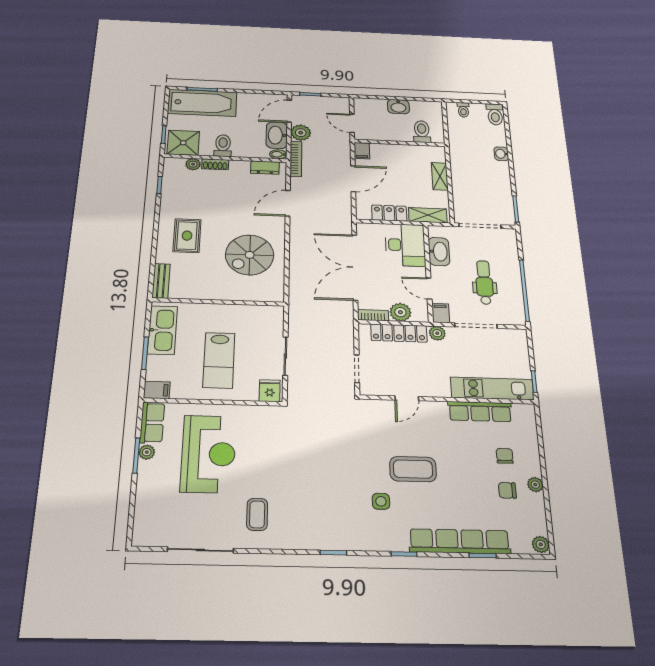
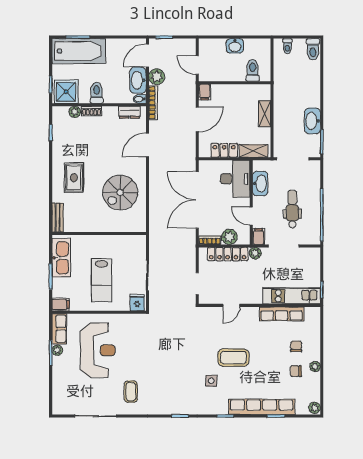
washbasin: (501, 154) -> (312, 121), moved, width x1.91, depth x1.45

